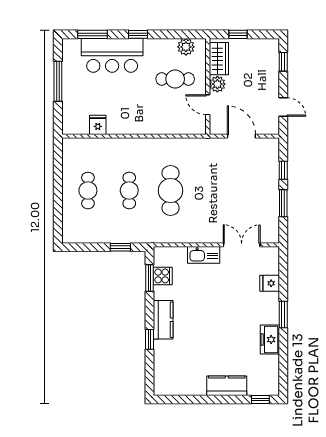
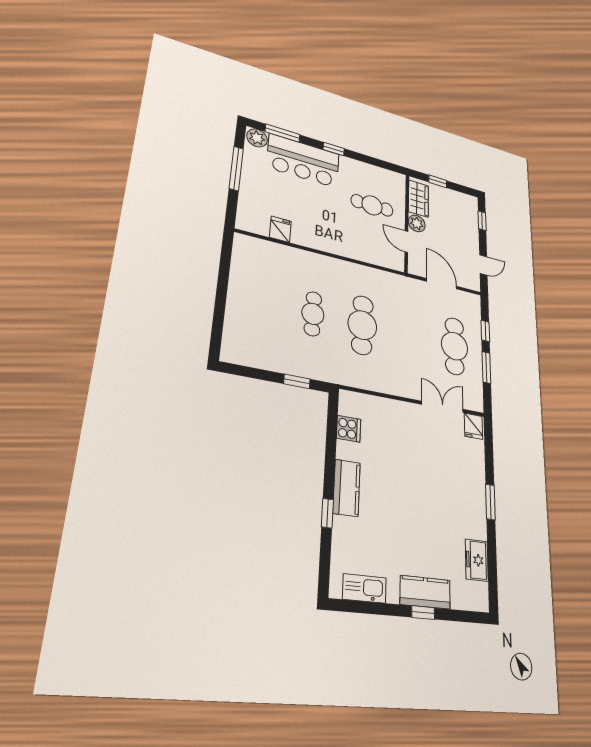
plant: (186, 47) -> (257, 138), moved
door: (283, 107) -> (483, 265), hinge flipped
cafe table: (88, 191) -> (455, 346), moved, width x1.37, depth x1.35
kitchen sink: (204, 255) -> (365, 588), moved, turned 180
window: (150, 278) -> (332, 428), removed
fridge: (270, 283) -> (473, 426), moved, turned -90
freezer: (270, 340) -> (477, 560), moved
window: (260, 399) -> (423, 613), moved

